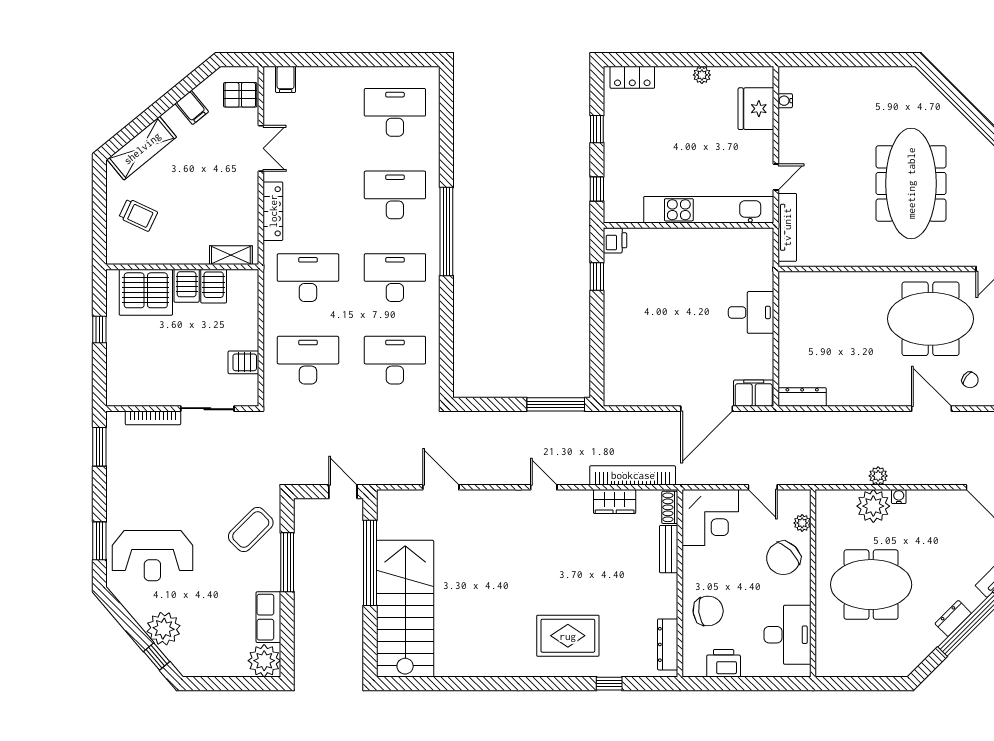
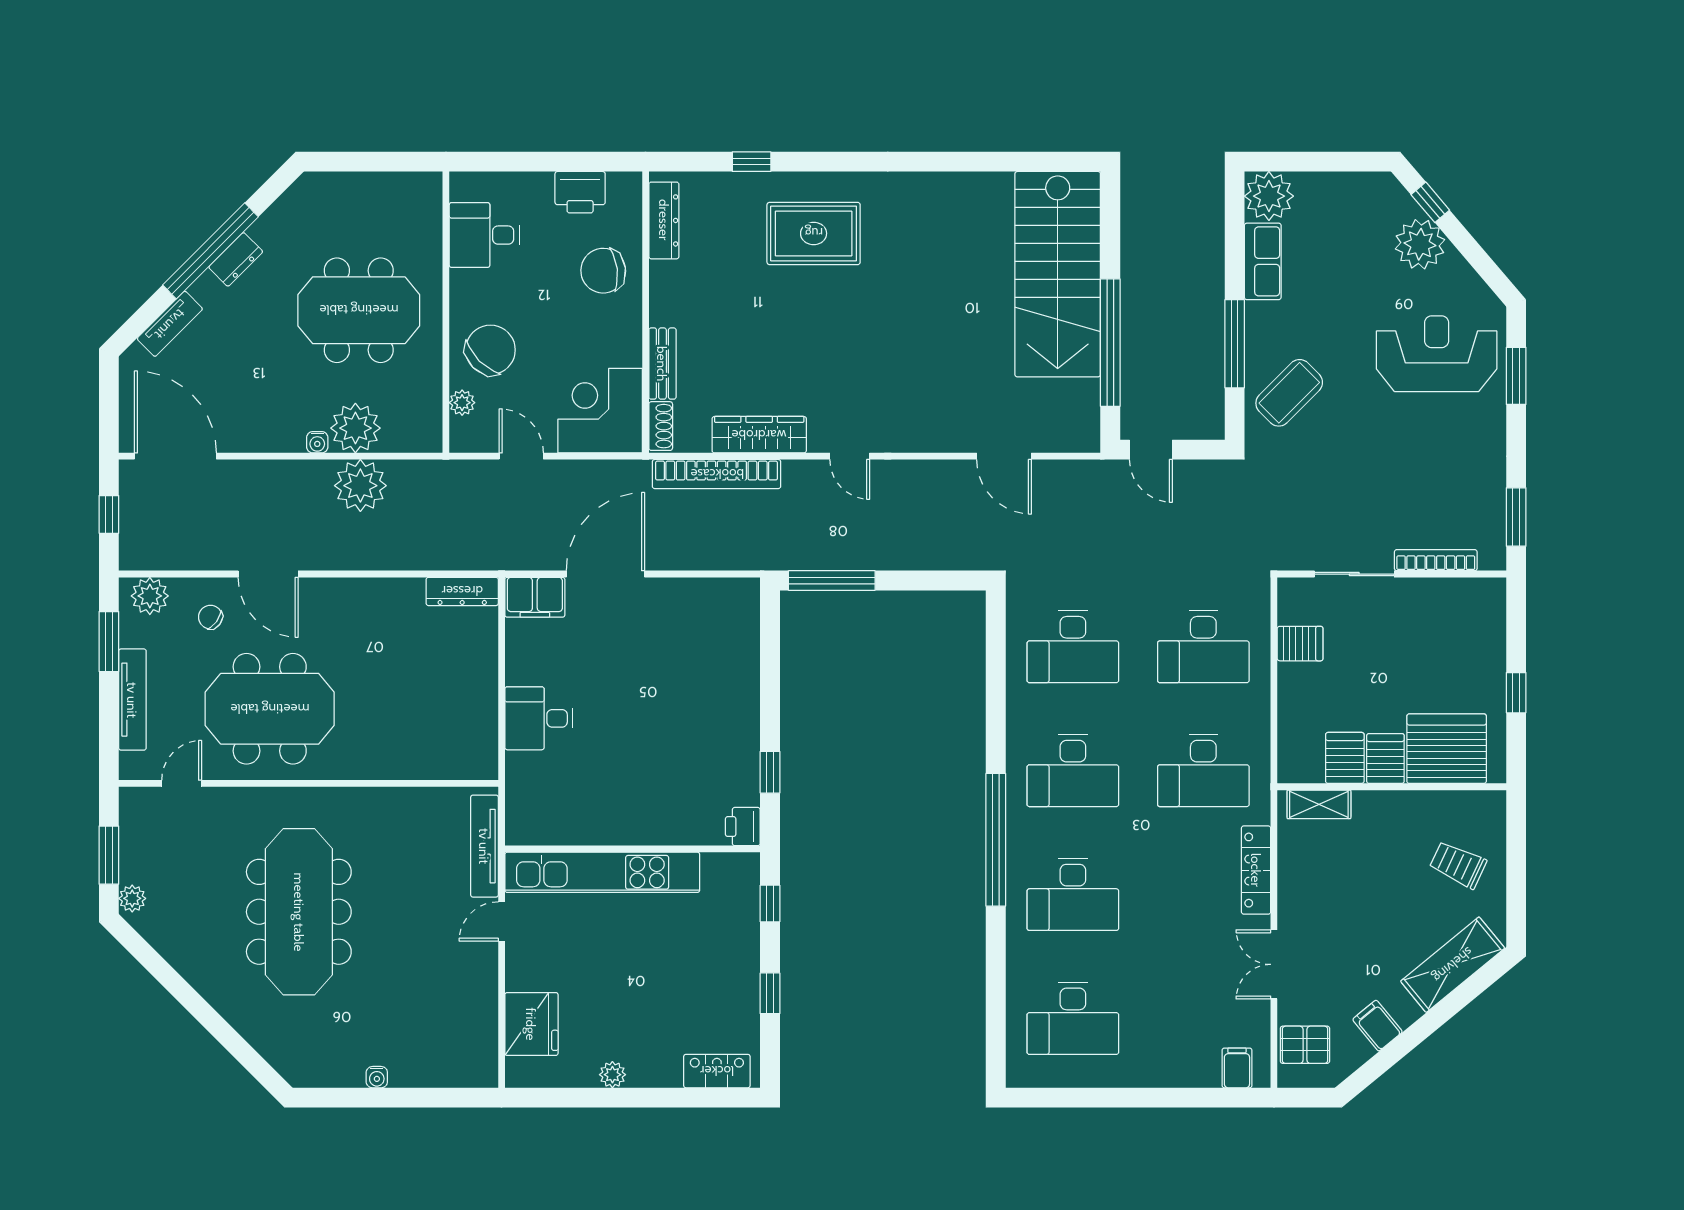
water cooler: (785, 101) -> (377, 1077), moved, turned 90
plant: (878, 476) -> (360, 486), width x1.88, depth x1.88
wardrobe: (615, 502) -> (759, 435), width x1.50
desk: (787, 635) -> (484, 235), width x0.73

